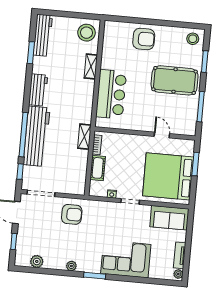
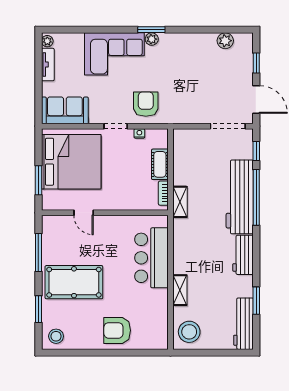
armchair: (72, 214) -> (146, 104), moved, turned 90
plant: (71, 266) -> (152, 39), moved

